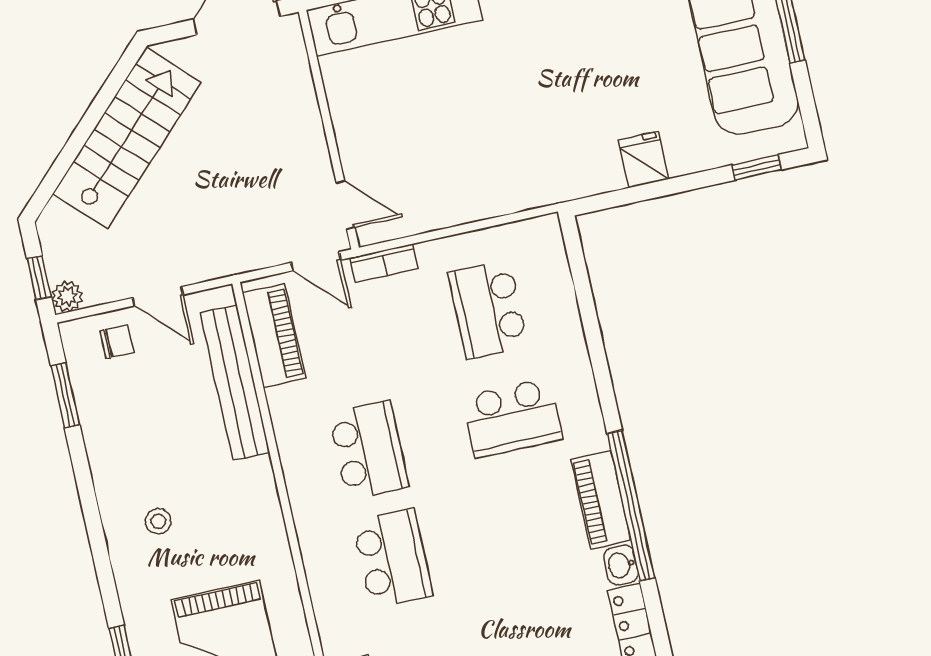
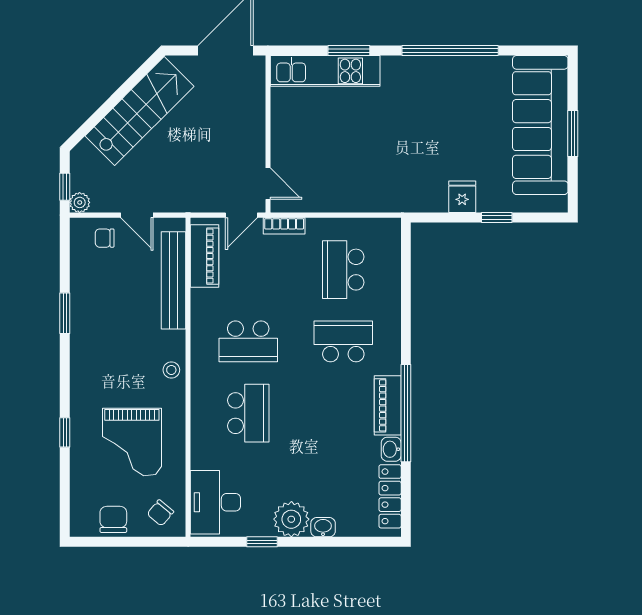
window: (757, 167) -> (497, 218), moved
door: (316, 261) -> (241, 215), hinge flipped
chair: (117, 342) -> (105, 238), turned 180
window: (65, 395) -> (65, 313), moved
school desk: (512, 418) -> (343, 341), turned 180
school desk: (369, 450) -> (248, 341), turned 90
stool: (158, 521) -> (171, 370), moved

